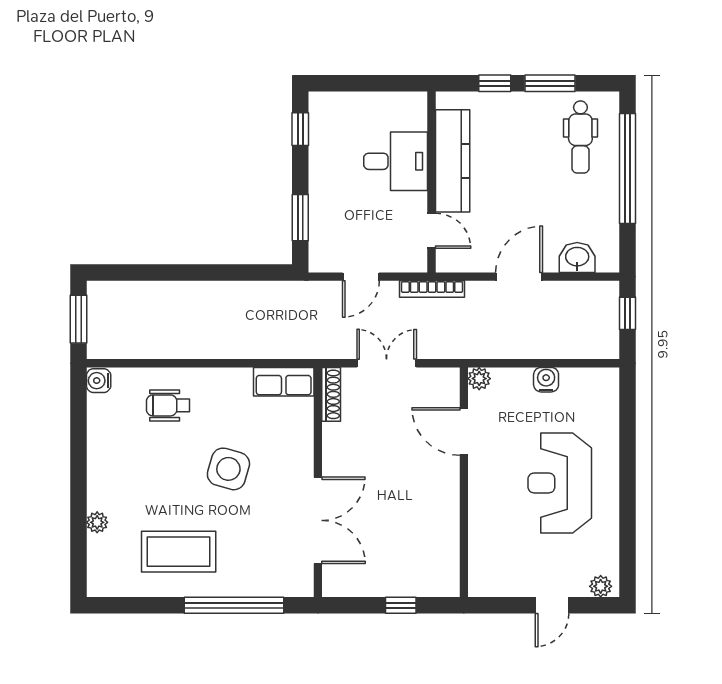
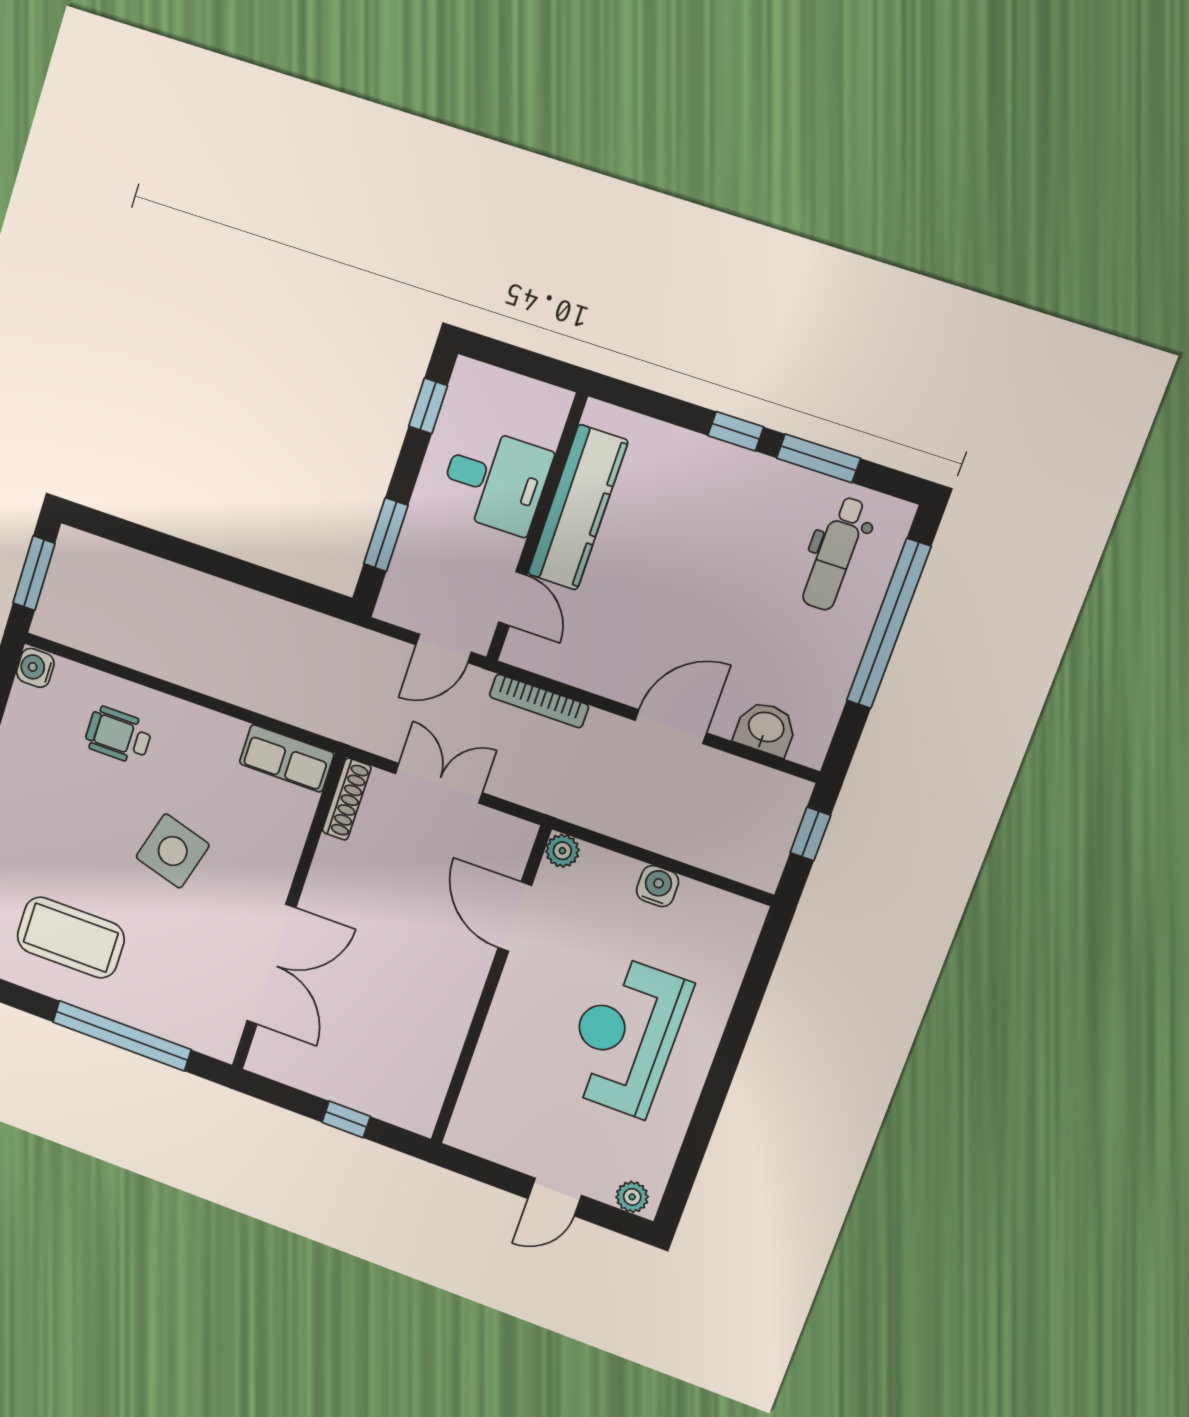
desk: (396, 161) -> (495, 480), moved
kitchen counter: (453, 161) -> (578, 508), moved
wall: (431, 182) -> (537, 528), moved
door: (431, 231) -> (513, 599), moved

